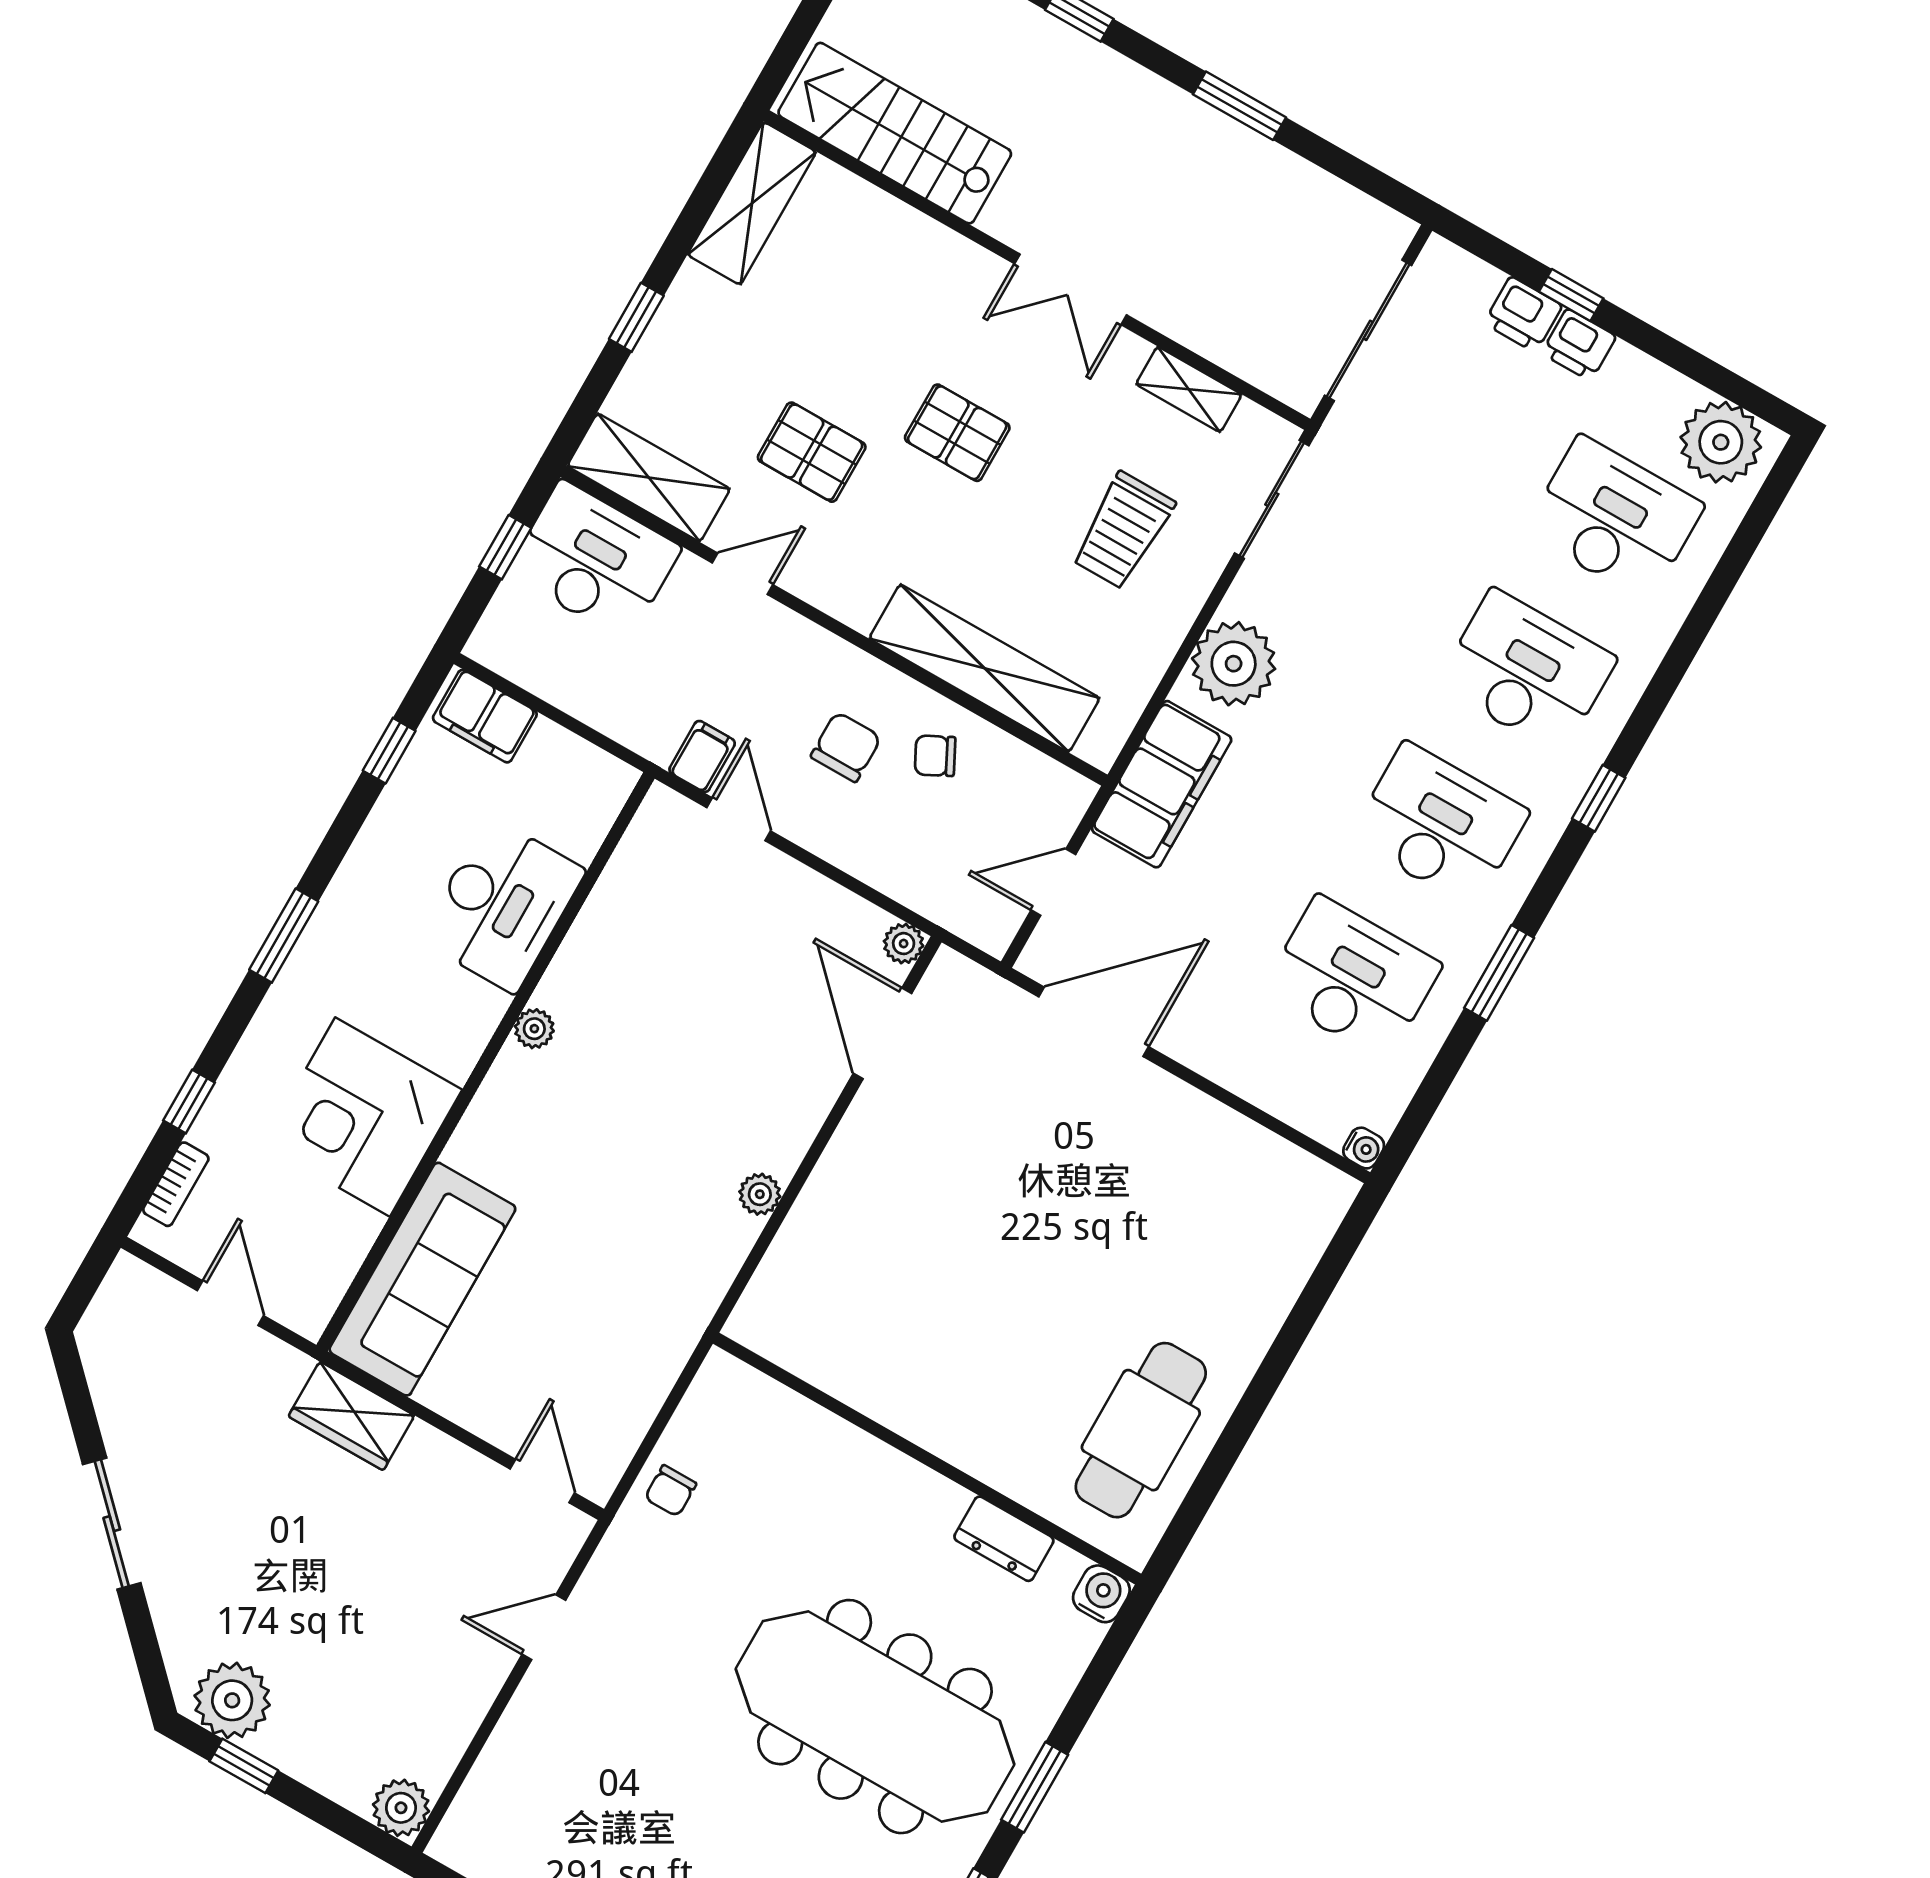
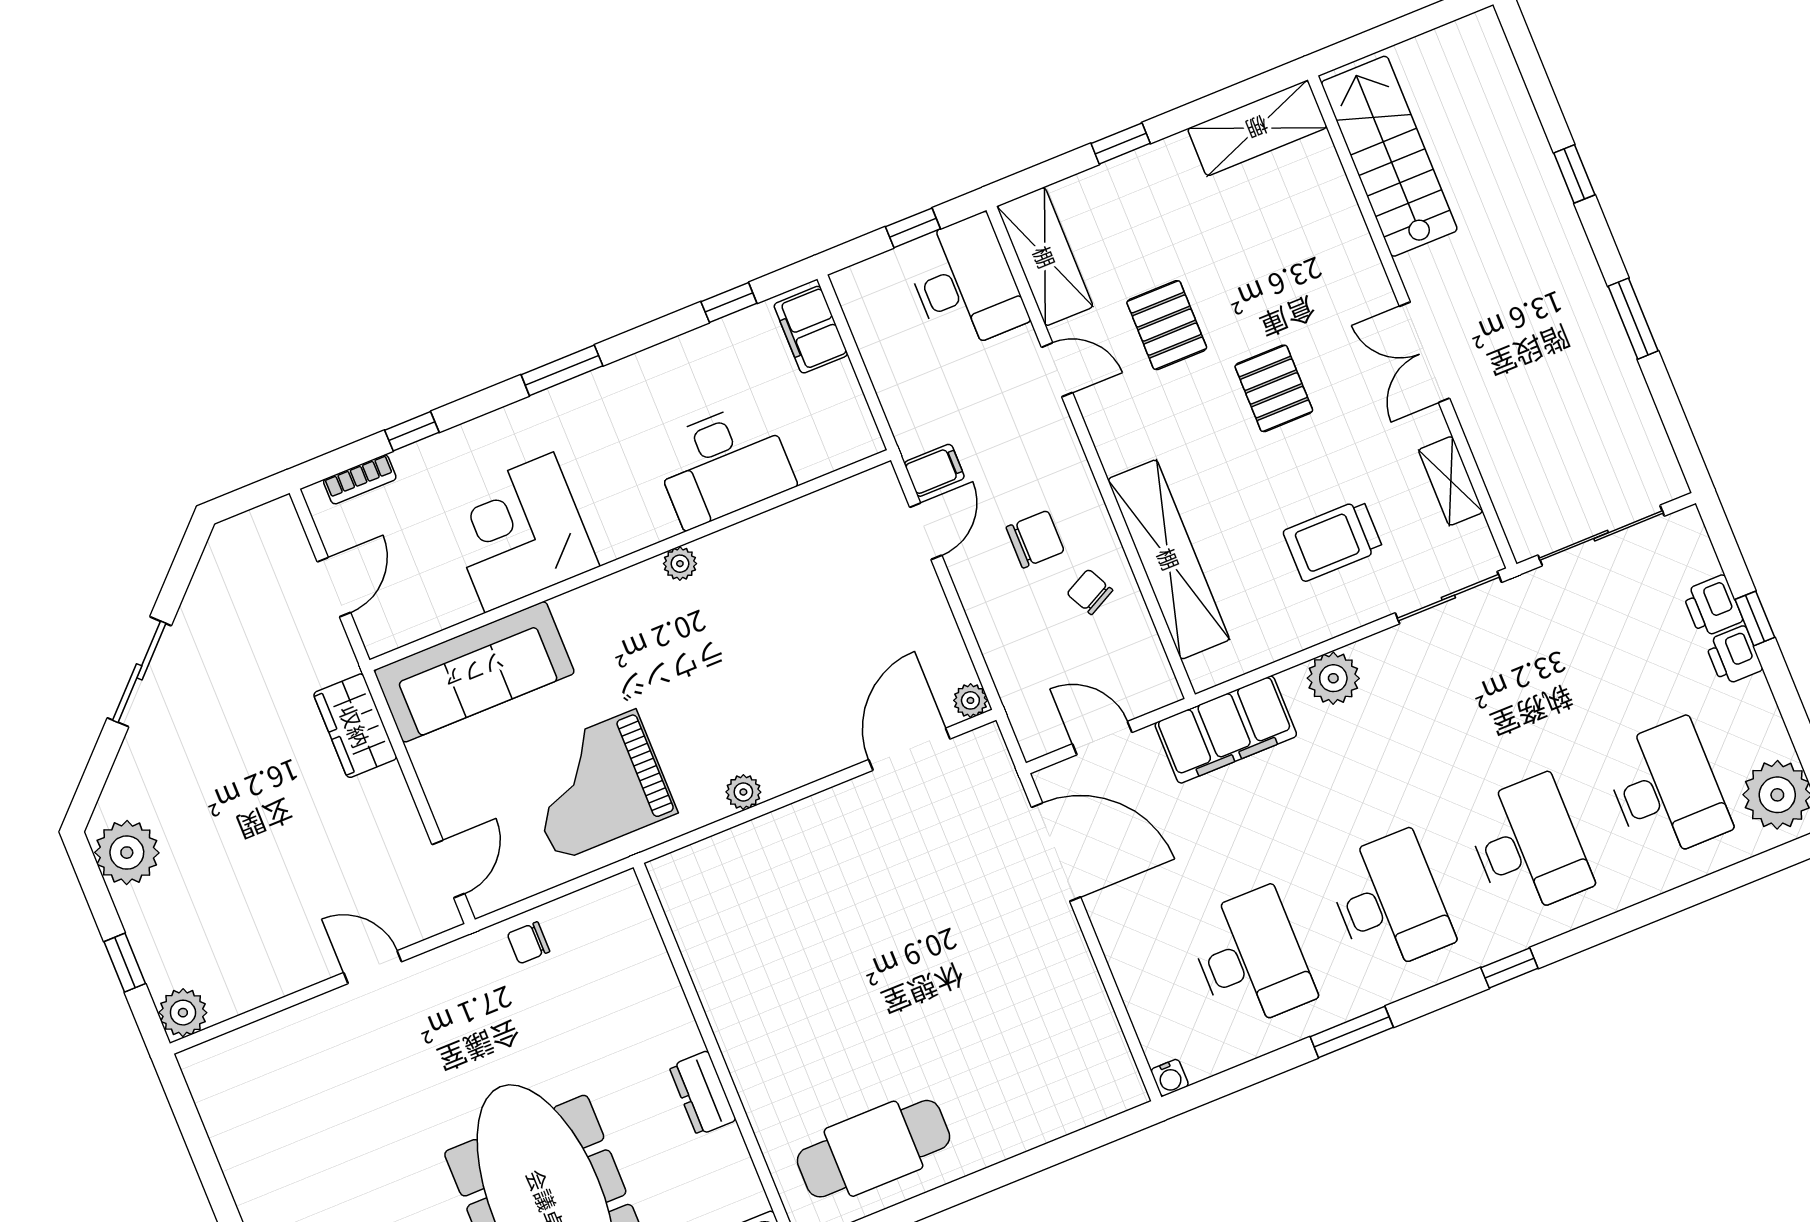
plant: (1234, 664) -> (1333, 678), width x0.73, depth x0.73
grand piano: (619, 1295) -> (597, 785), added
dresser: (1004, 1539) -> (703, 1093), moved
window: (244, 1766) -> (125, 963), moved

